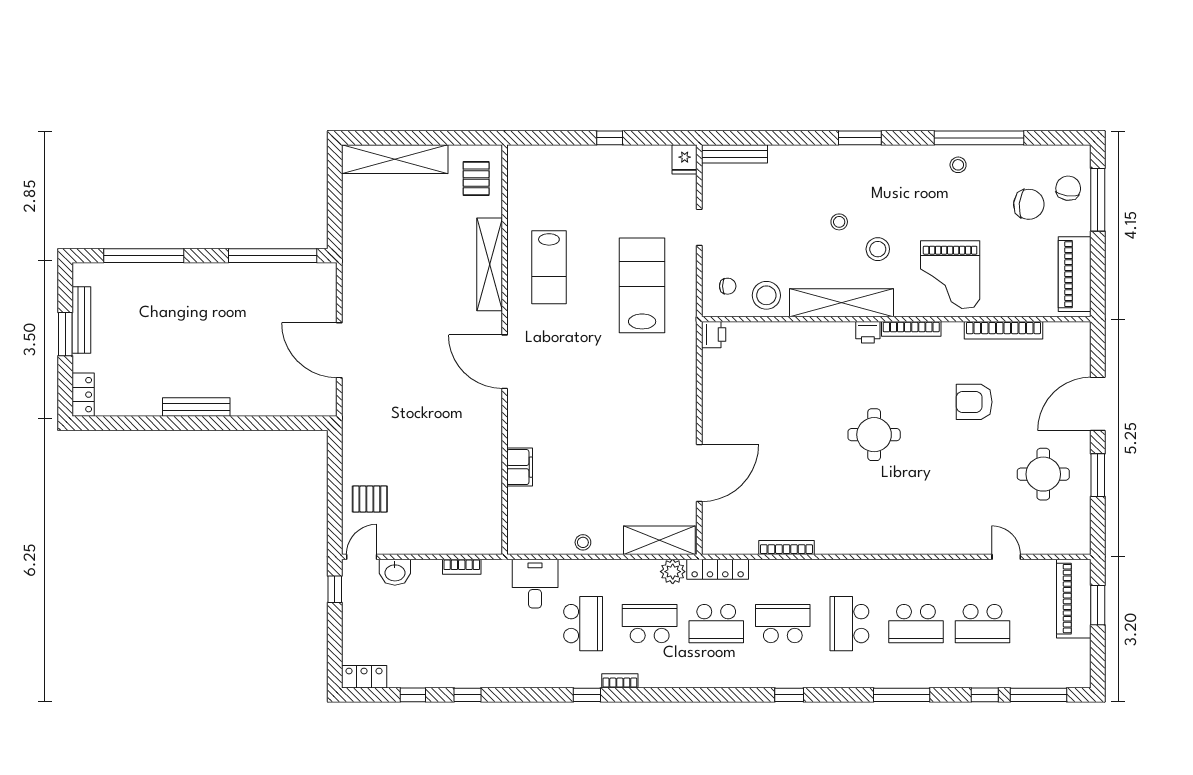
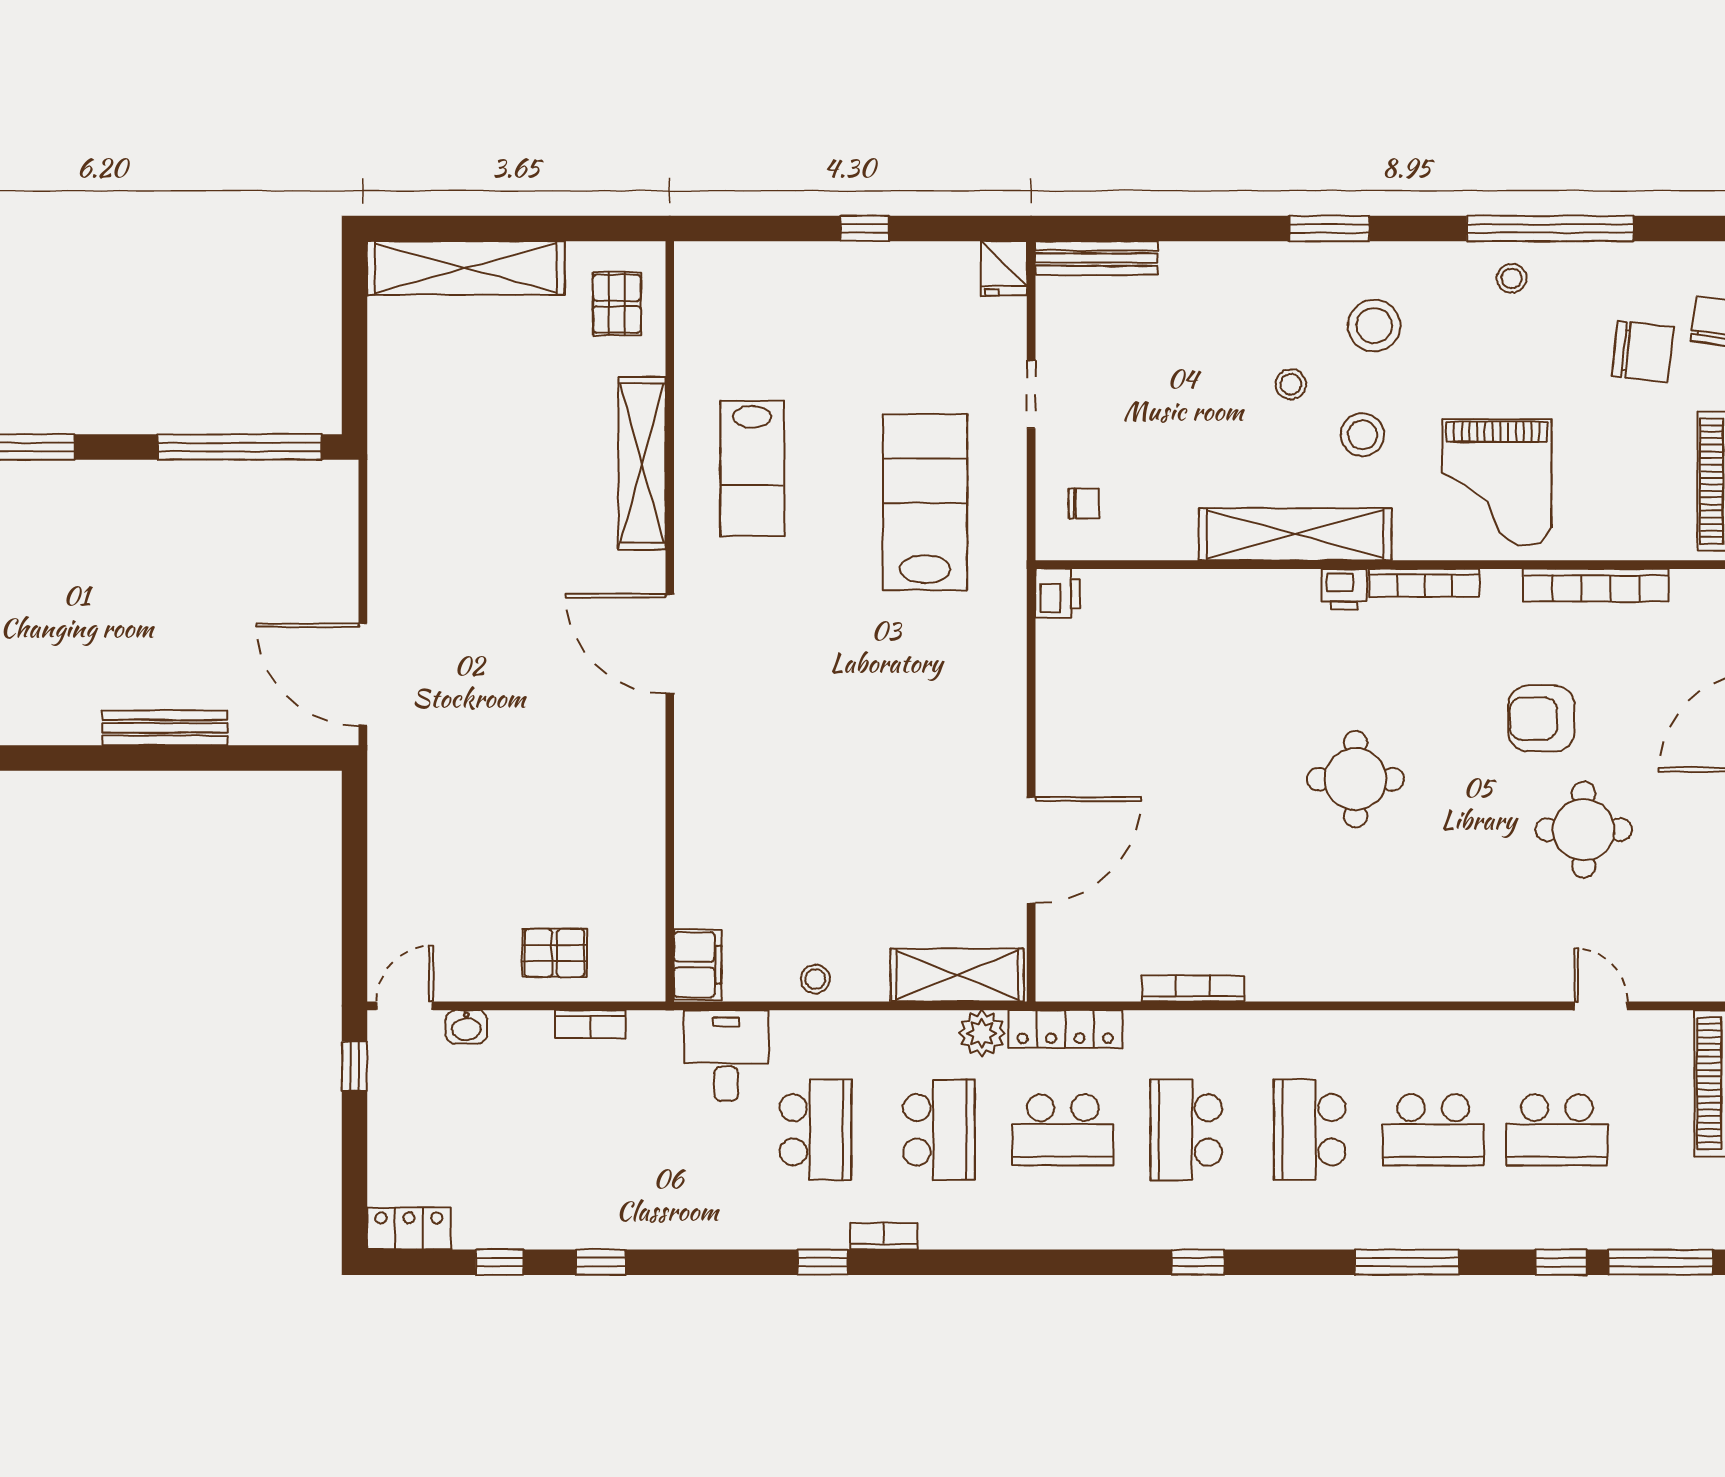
stool: (766, 295) -> (1374, 326), moved
door: (339, 350) -> (363, 675), moved
bench: (196, 407) -> (165, 728), moved
filing cabinet: (520, 467) -> (698, 965), moved
round table: (1043, 474) -> (1584, 830), moved
pallet: (370, 499) -> (554, 953), moved
washbasin: (395, 572) -> (466, 1027), width x0.72, depth x0.69
school desk: (650, 624) -> (939, 1130), turned 90
school desk: (783, 624) -> (1186, 1130), turned -90

